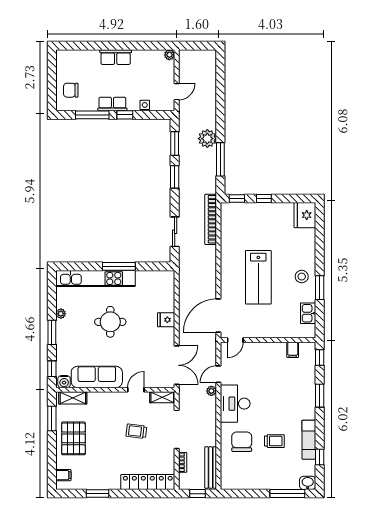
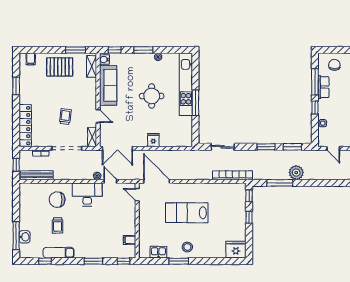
row of seats: (112, 104) -> (323, 87), moved
chair: (242, 442) -> (57, 200), turned 180
washbasin: (308, 483) -> (25, 237), moved

